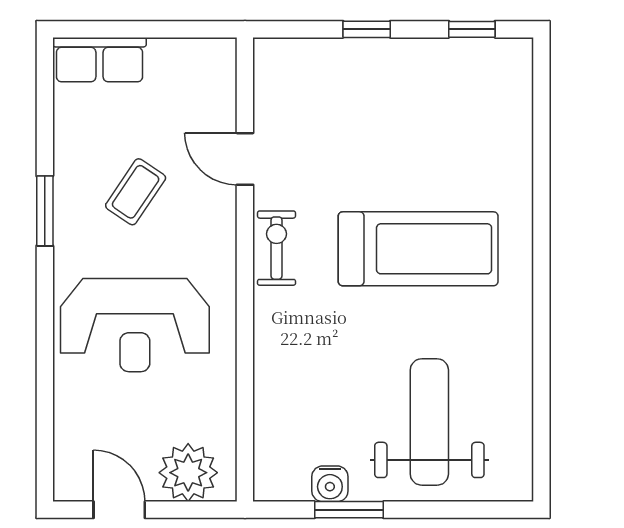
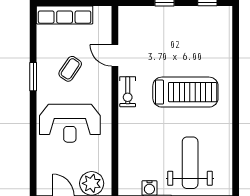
row of seats: (99, 60) -> (65, 15), width x1.48
exercise bike: (277, 248) -> (128, 92), turned 180

